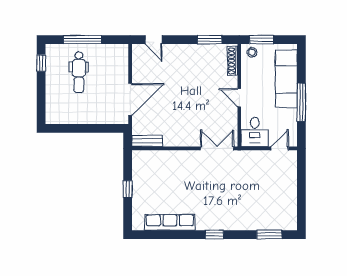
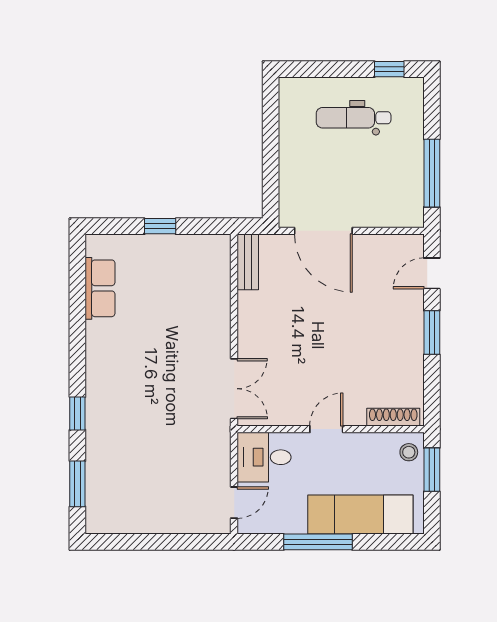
window: (83, 40) -> (432, 173), moved
window: (210, 40) -> (432, 333), moved
dental chair: (79, 72) -> (354, 118), moved
door: (280, 148) -> (234, 503), hinge flipped
row of seats: (170, 222) -> (100, 288), width x0.68
window: (214, 235) -> (77, 413), moved

